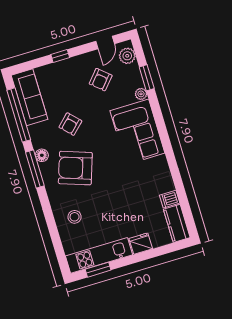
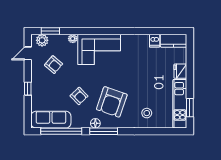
door: (105, 42) -> (28, 53), swing flipped
window: (147, 78) -> (50, 31), moved

